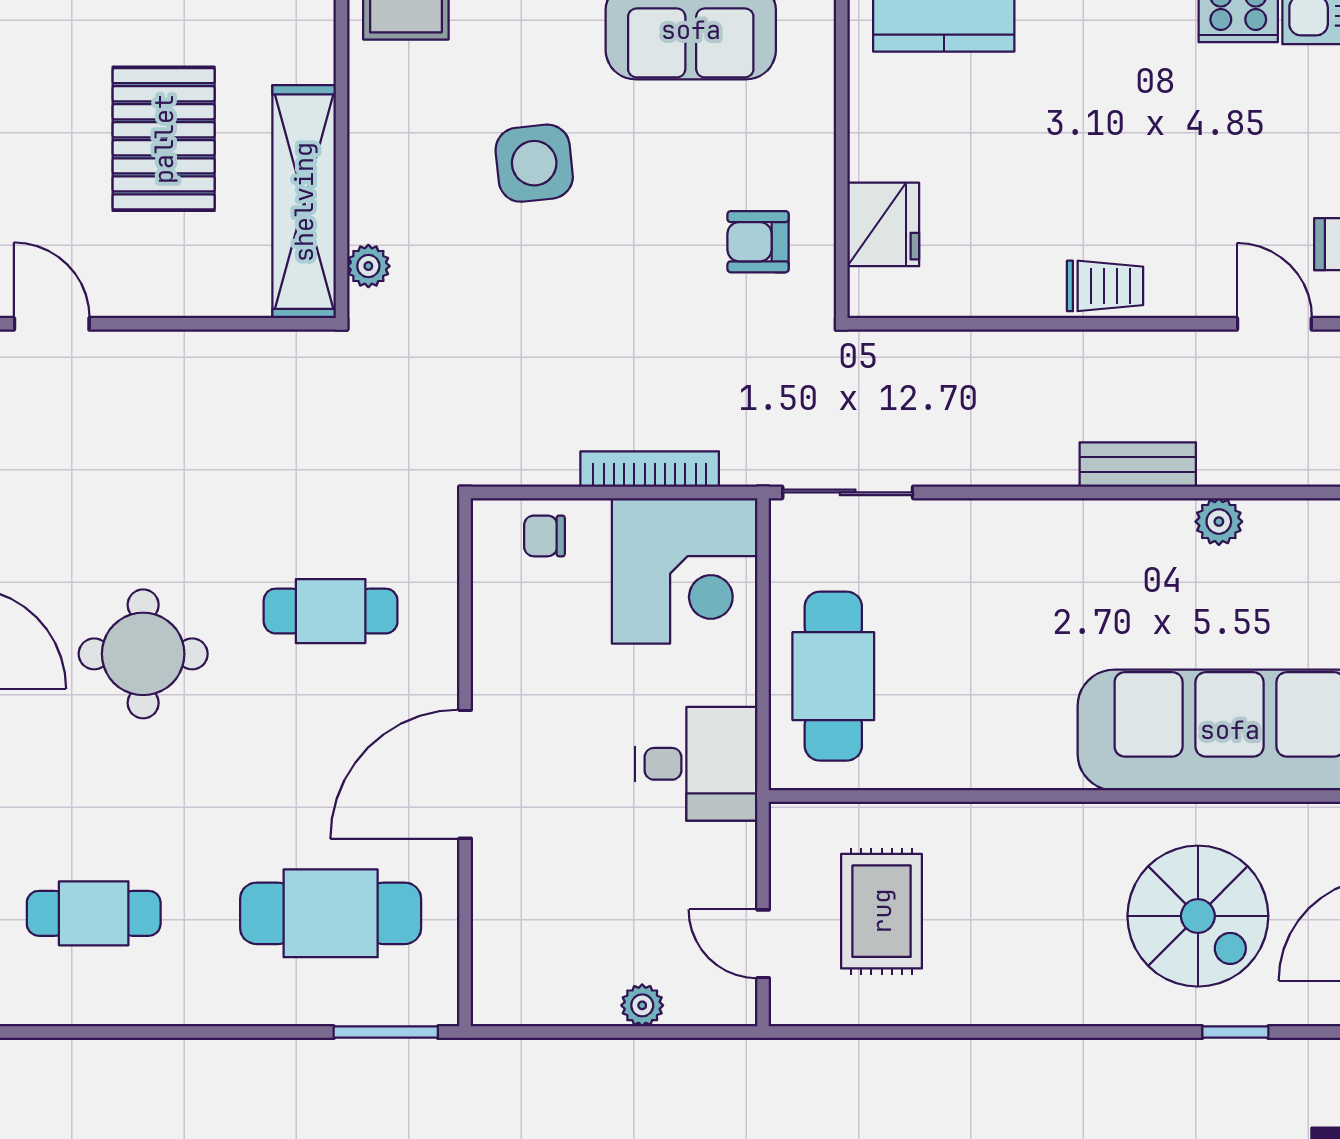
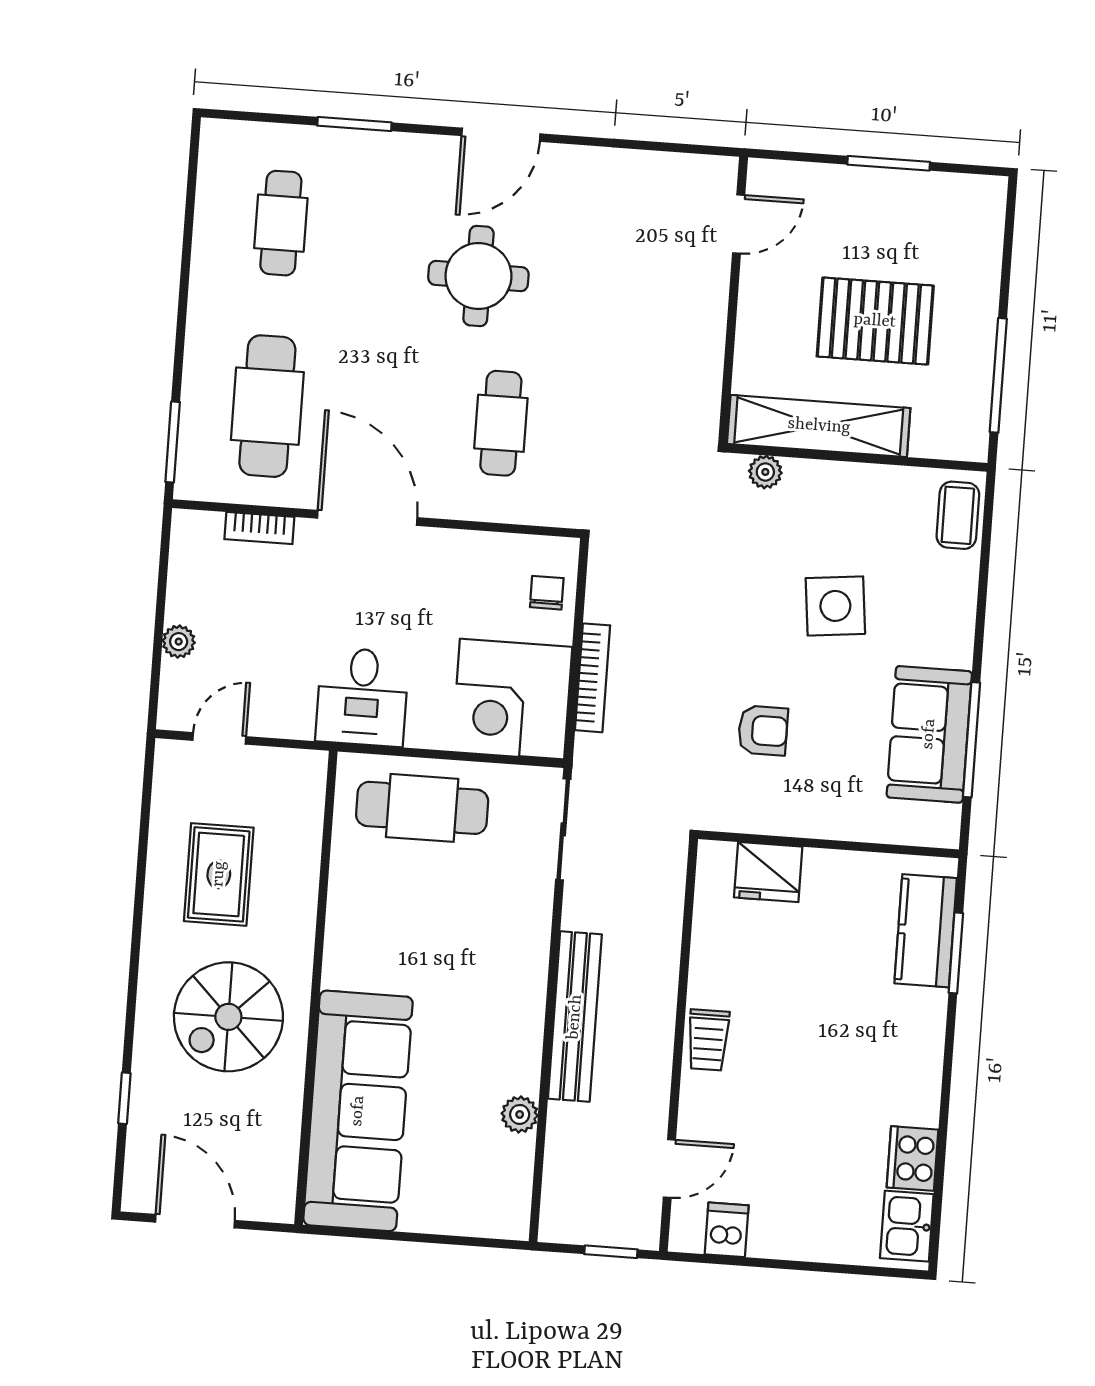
armchair: (758, 242) -> (763, 730), moved, turned 90
bench: (1138, 465) -> (575, 1017), width x1.86, depth x1.21
rug: (882, 911) -> (219, 874), moved, turned 90
bookcase: (488, 912) -> (259, 528), added
spiral stairs: (1198, 916) -> (228, 1017), moved

